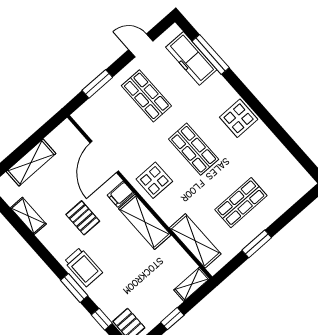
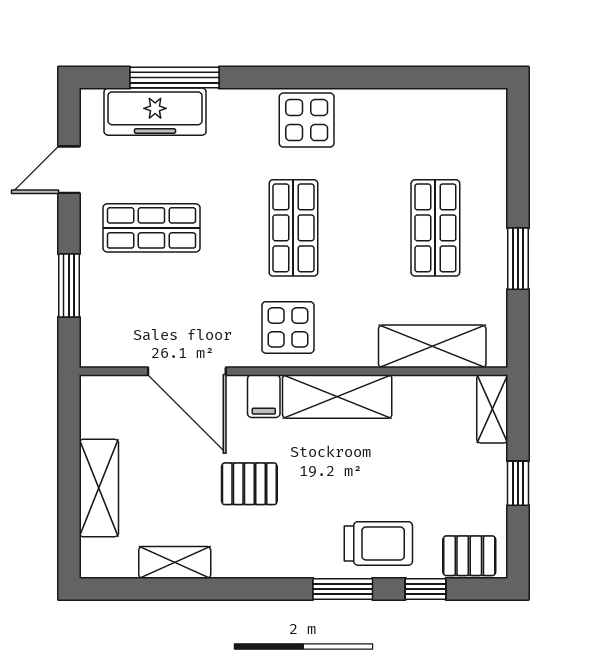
shop shelf: (194, 149) -> (293, 228), turned 90
trolley: (83, 267) -> (378, 543), moved

